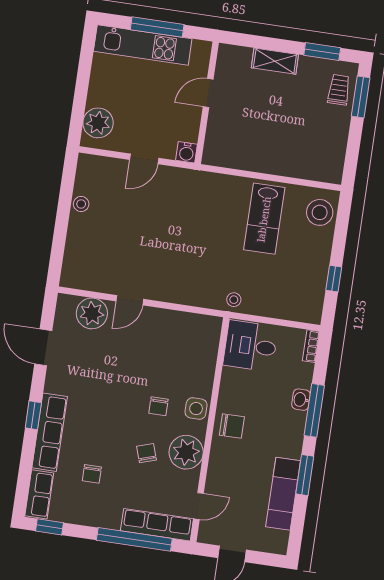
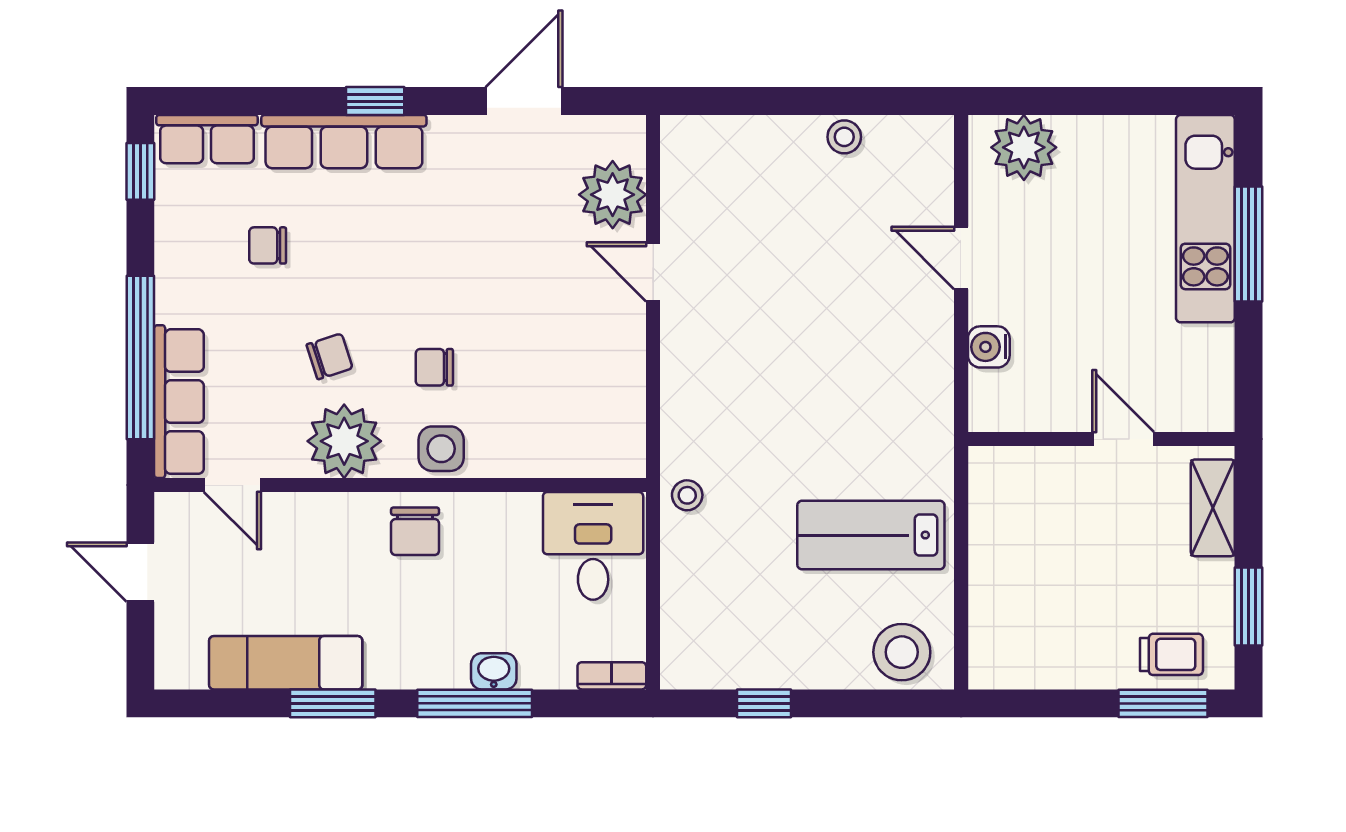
door: (208, 93) -> (1123, 439), moved
wall: (207, 103) -> (1101, 439), moved

